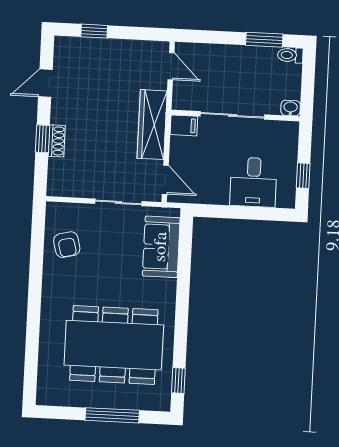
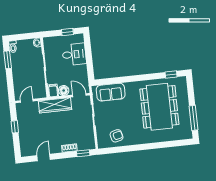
window: (94, 31) -> (15, 127), moved
door: (45, 83) -> (44, 157), swing flipped
window: (43, 139) -> (83, 153), moved
floor lamp: (180, 148) -> (64, 91), added
door: (165, 180) -> (79, 95), hinge flipped
window: (112, 415) -> (194, 118), moved

